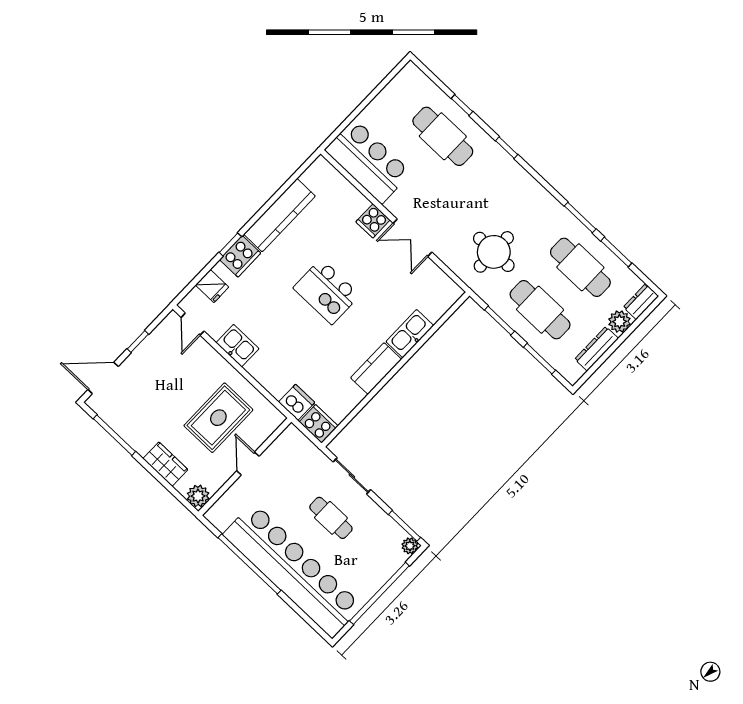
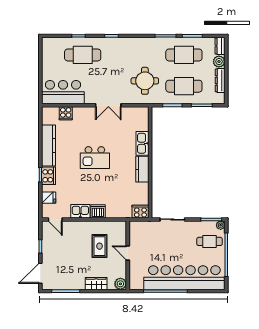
cooker: (373, 221) -> (66, 113), moved
dishwasher: (297, 402) -> (98, 211), moved
rug: (218, 418) -> (99, 246), width x0.73, depth x0.70
cafe table: (331, 518) -> (209, 241), moved

